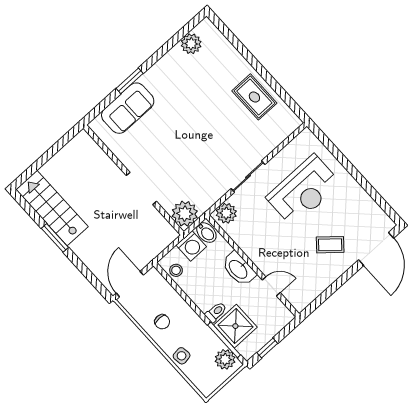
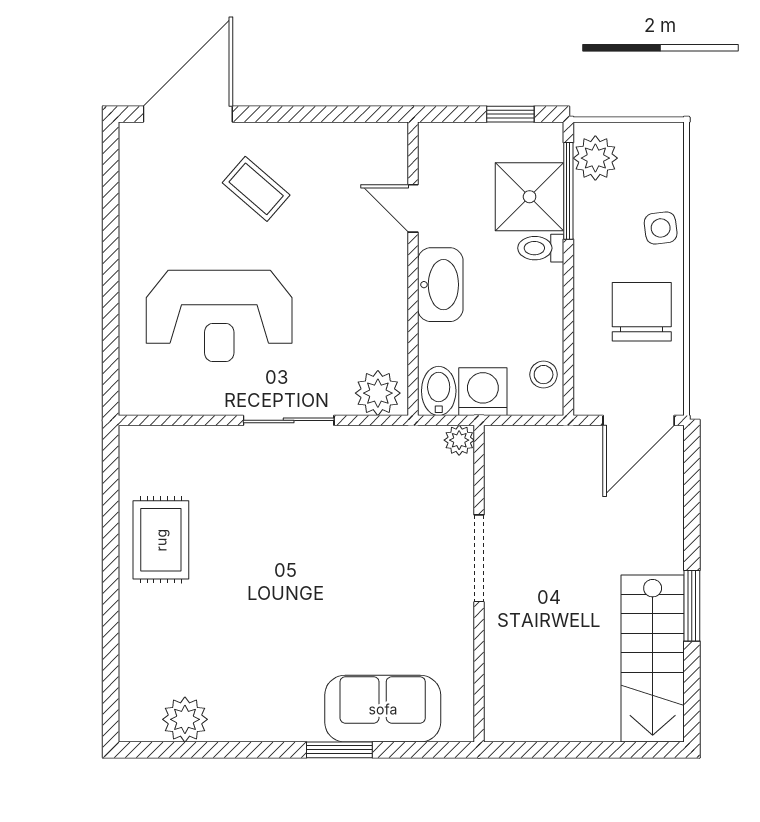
reception desk: (304, 190) -> (219, 316), turned 180
plant: (185, 214) -> (459, 440), width x0.53, depth x0.53
chair: (162, 322) -> (642, 312), width x1.87, depth x1.87

